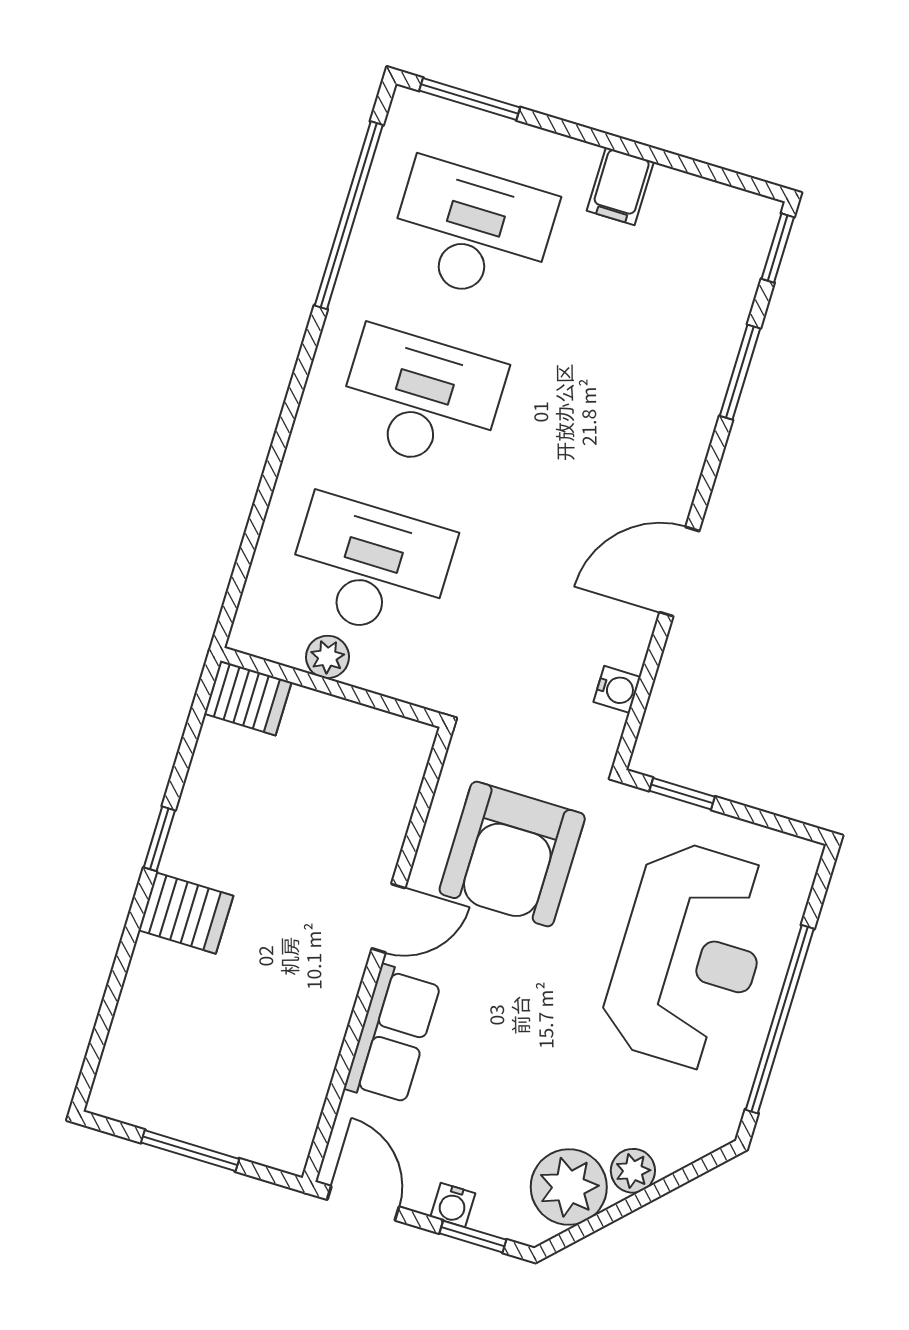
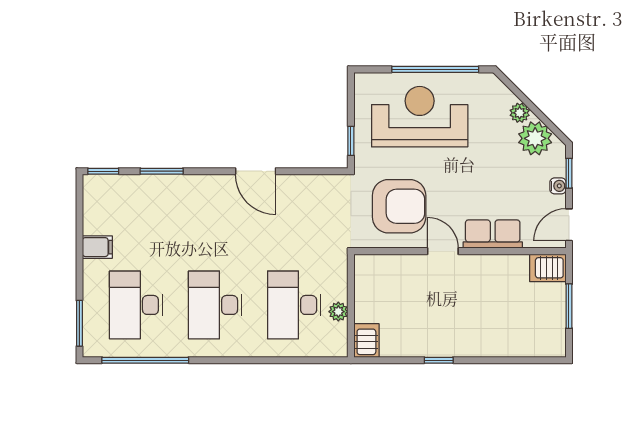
water cooler: (617, 689) -> (314, 183), removed
server rack: (186, 913) -> (548, 268), moved, turned -90

